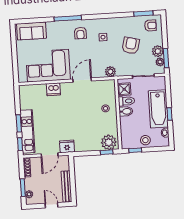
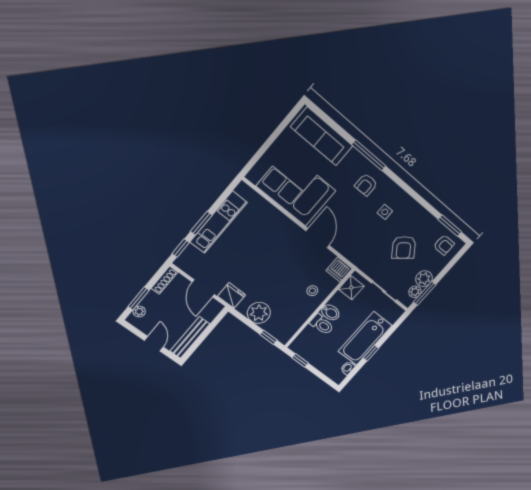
sofa: (31, 31) -> (322, 136), width x1.36
armchair: (131, 45) -> (404, 248), turned 128
plant: (110, 72) -> (356, 256), removed
door: (82, 80) -> (318, 238), hinge flipped
dishwasher: (53, 89) -> (339, 269), moved
toilet: (126, 101) -> (322, 324), moved
kitchen unit: (27, 131) -> (218, 222), moved
stool: (145, 140) -> (321, 359), removed
plant: (109, 142) -> (259, 313), moved
door: (50, 155) -> (203, 288), hinge flipped

